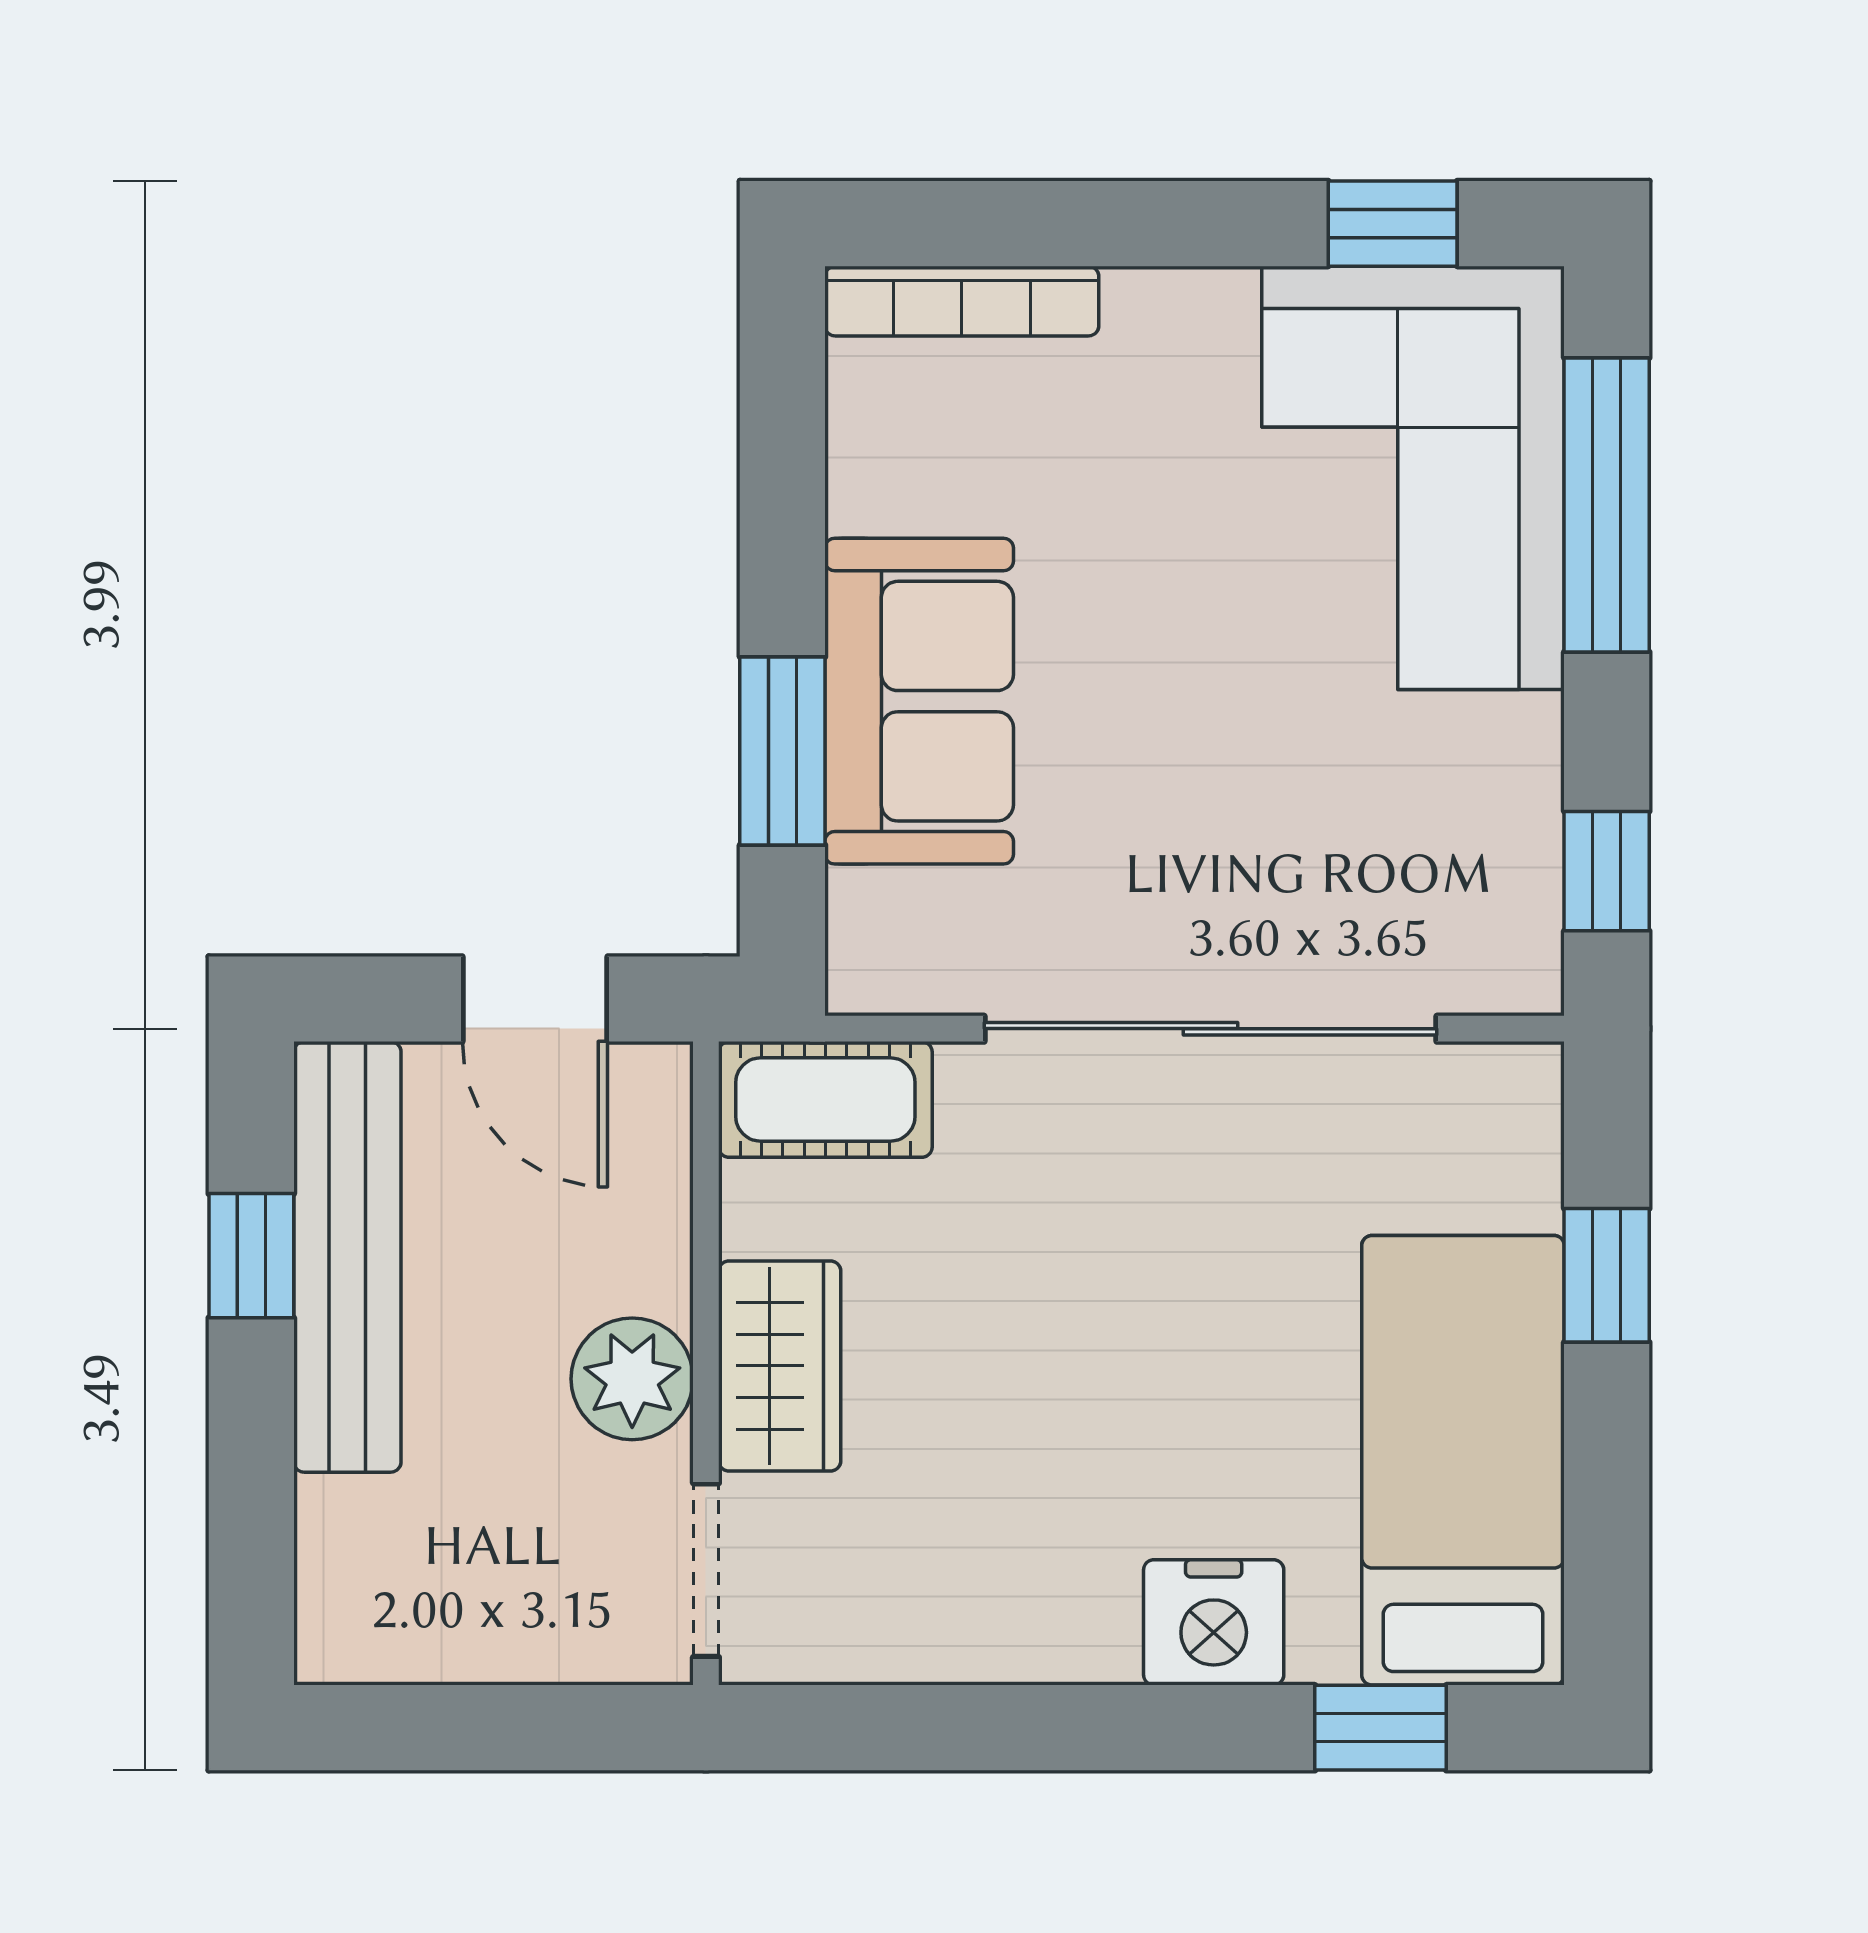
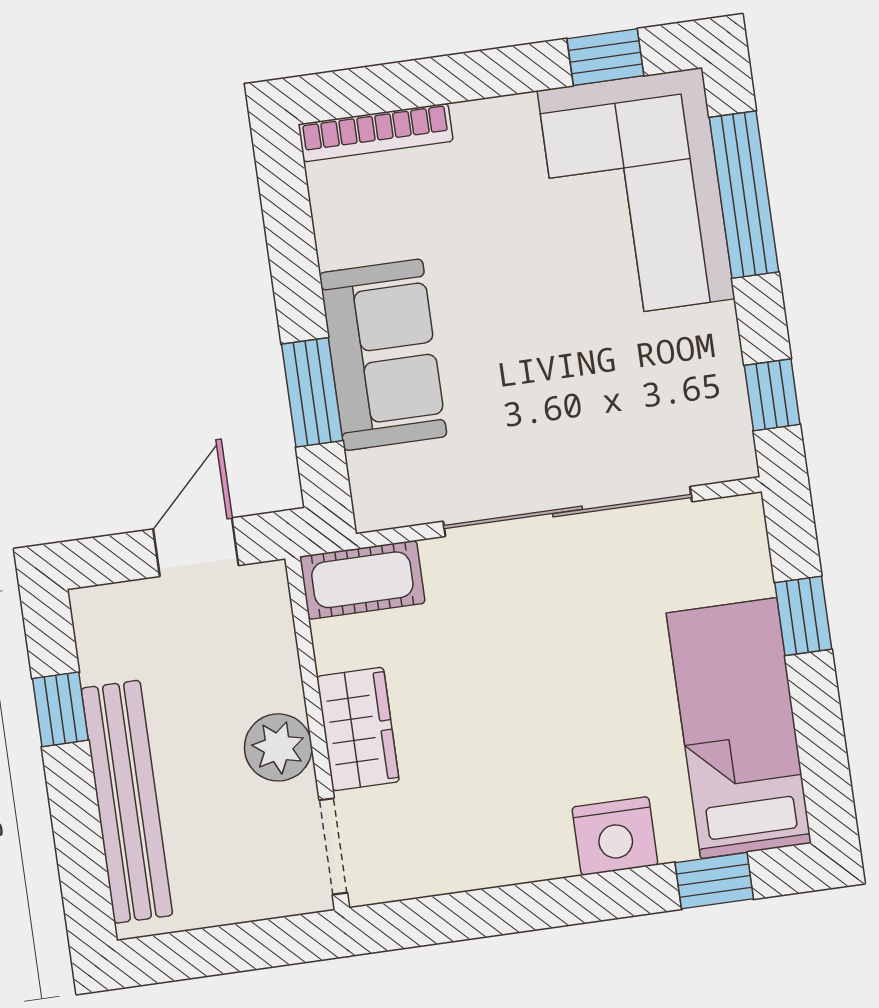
door: (535, 999) -> (196, 547), swing flipped
bench: (347, 1257) -> (127, 802), moved

